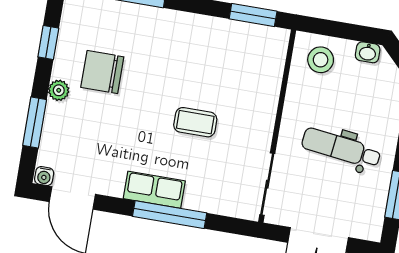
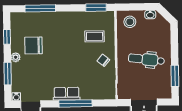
coffee table: (195, 122) -> (95, 36), moved
chair: (248, 133) -> (103, 60), added

